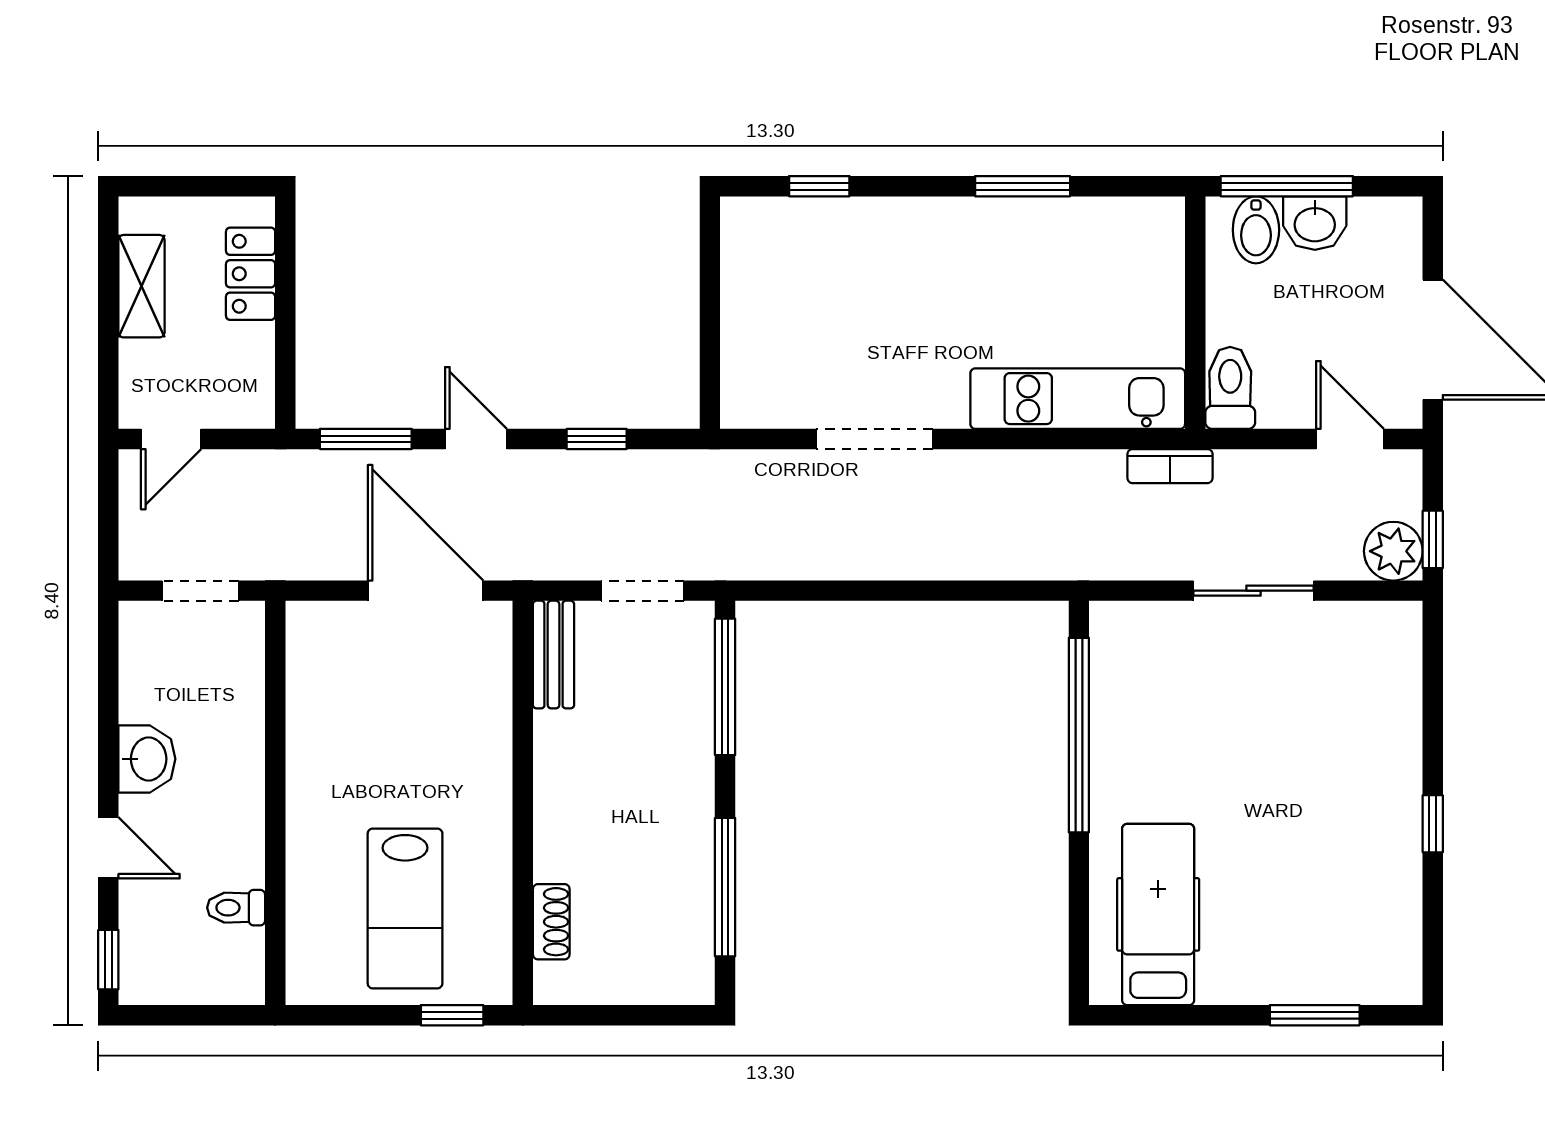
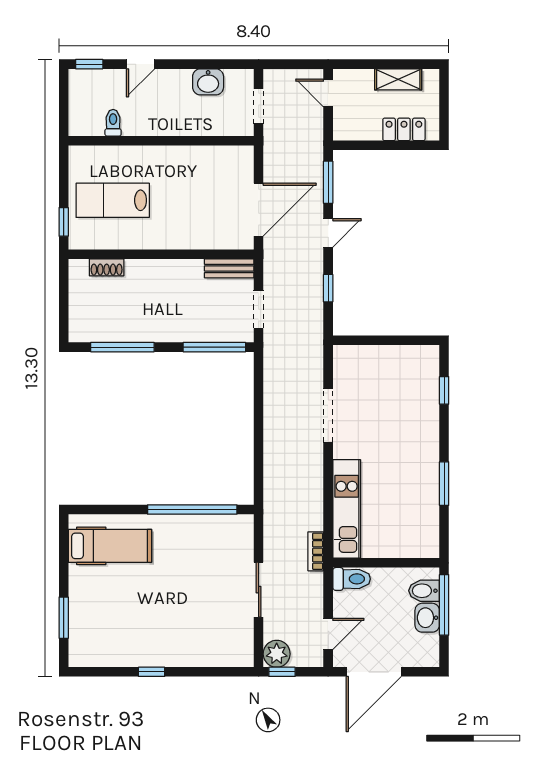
washbasin: (147, 759) -> (208, 82), moved

